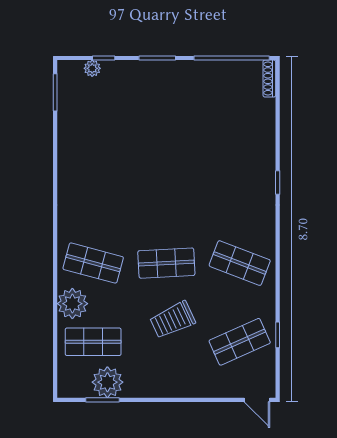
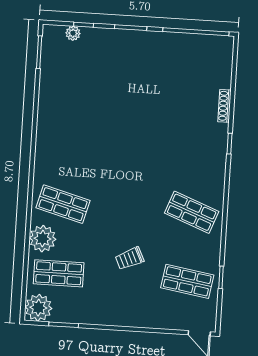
shoe rack: (269, 79) -> (225, 106), moved
shop shelf: (166, 263) -> (127, 208), removed
trolley: (173, 320) -> (130, 258), width x0.73, depth x0.72
shop shelf: (240, 342) -> (187, 281), turned 33
plant: (107, 382) -> (38, 308), moved

